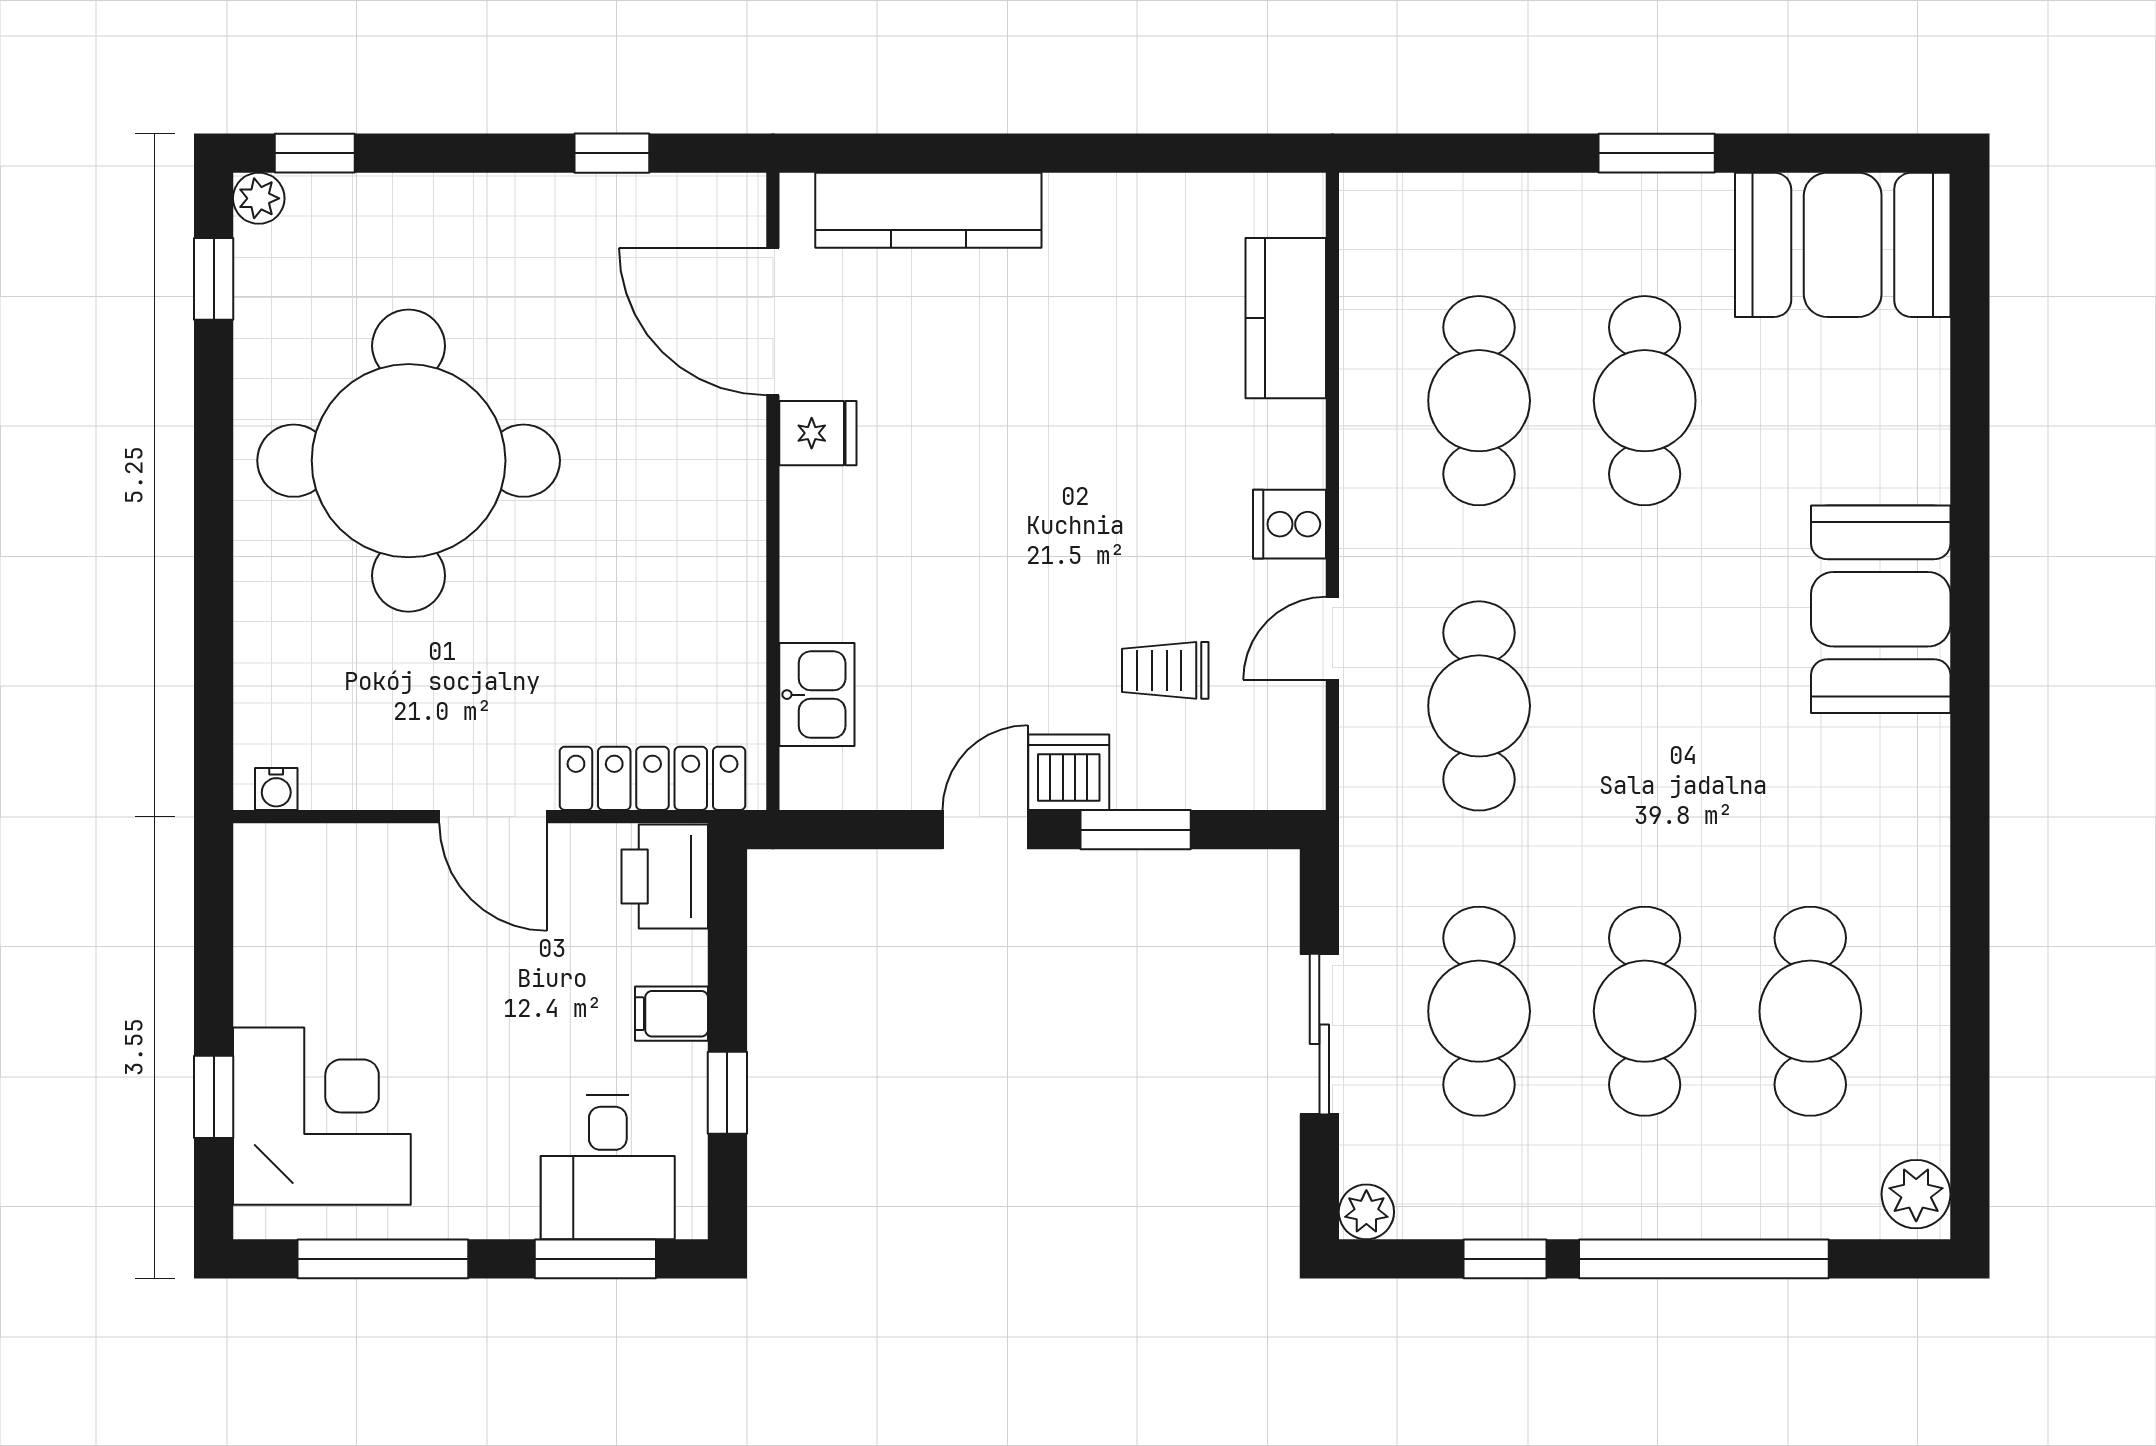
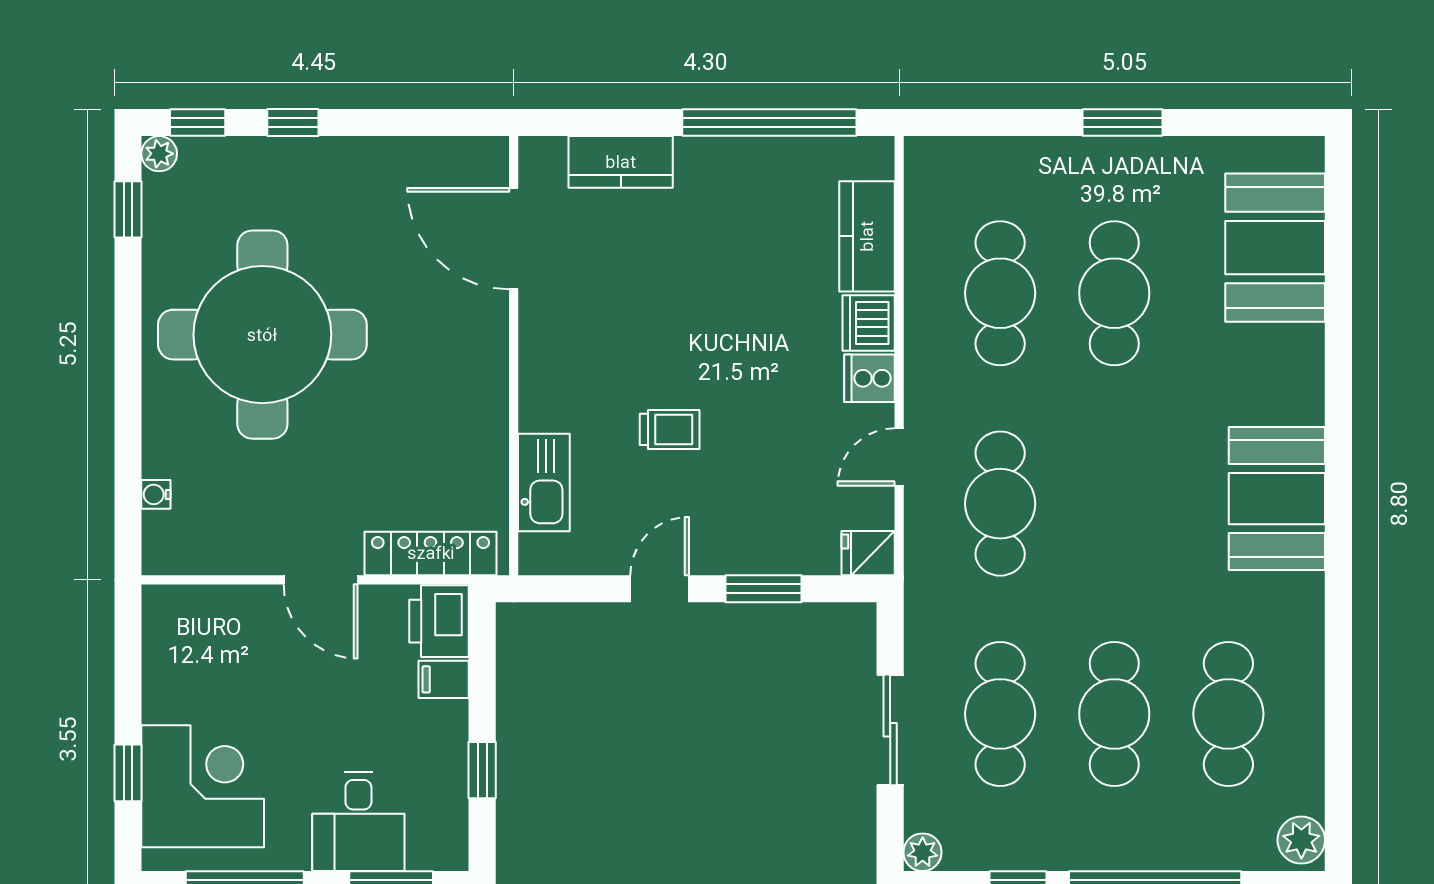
window: (612, 153) -> (293, 123), moved
window: (1144, 153) -> (769, 123), added
kitchen counter: (928, 210) -> (621, 162), width x0.67
booth: (1843, 245) -> (1275, 248), moved, turned 90
fridge: (818, 433) -> (868, 553), moved, turned 180
booth: (1881, 609) -> (1277, 499), moved
trolley: (1165, 670) -> (670, 429), moved, turned 180
kitchen sink: (817, 695) -> (544, 482), width x1.38
dishwasher: (1069, 772) -> (869, 323), moved, turned -90
water cooler: (276, 789) -> (156, 494), moved, turned 90
filing cabinet: (672, 1014) -> (444, 679), moved
desk: (608, 1167) -> (358, 822), moved

